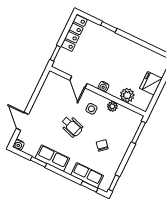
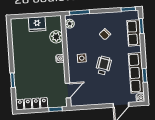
door: (78, 82) -> (68, 91), moved
plant: (112, 106) -> (70, 24), moved
row of seats: (52, 158) -> (136, 73), width x1.48

